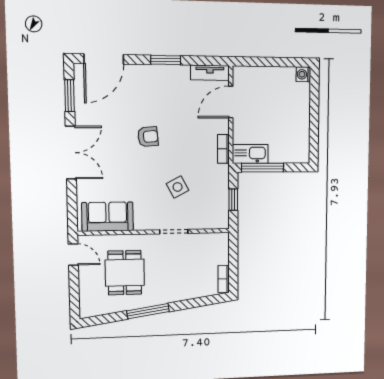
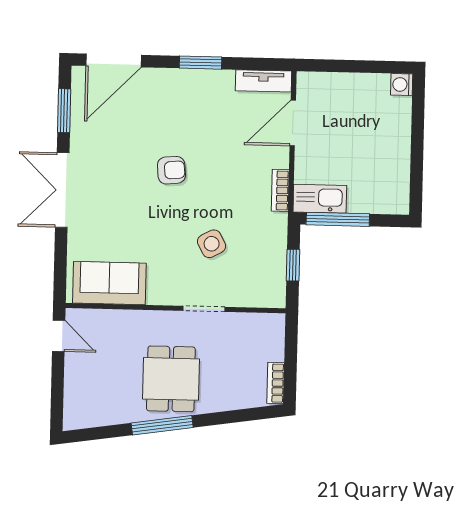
double door: (71, 153) -> (62, 190), swing flipped
dining table: (125, 273) -> (171, 379), moved

